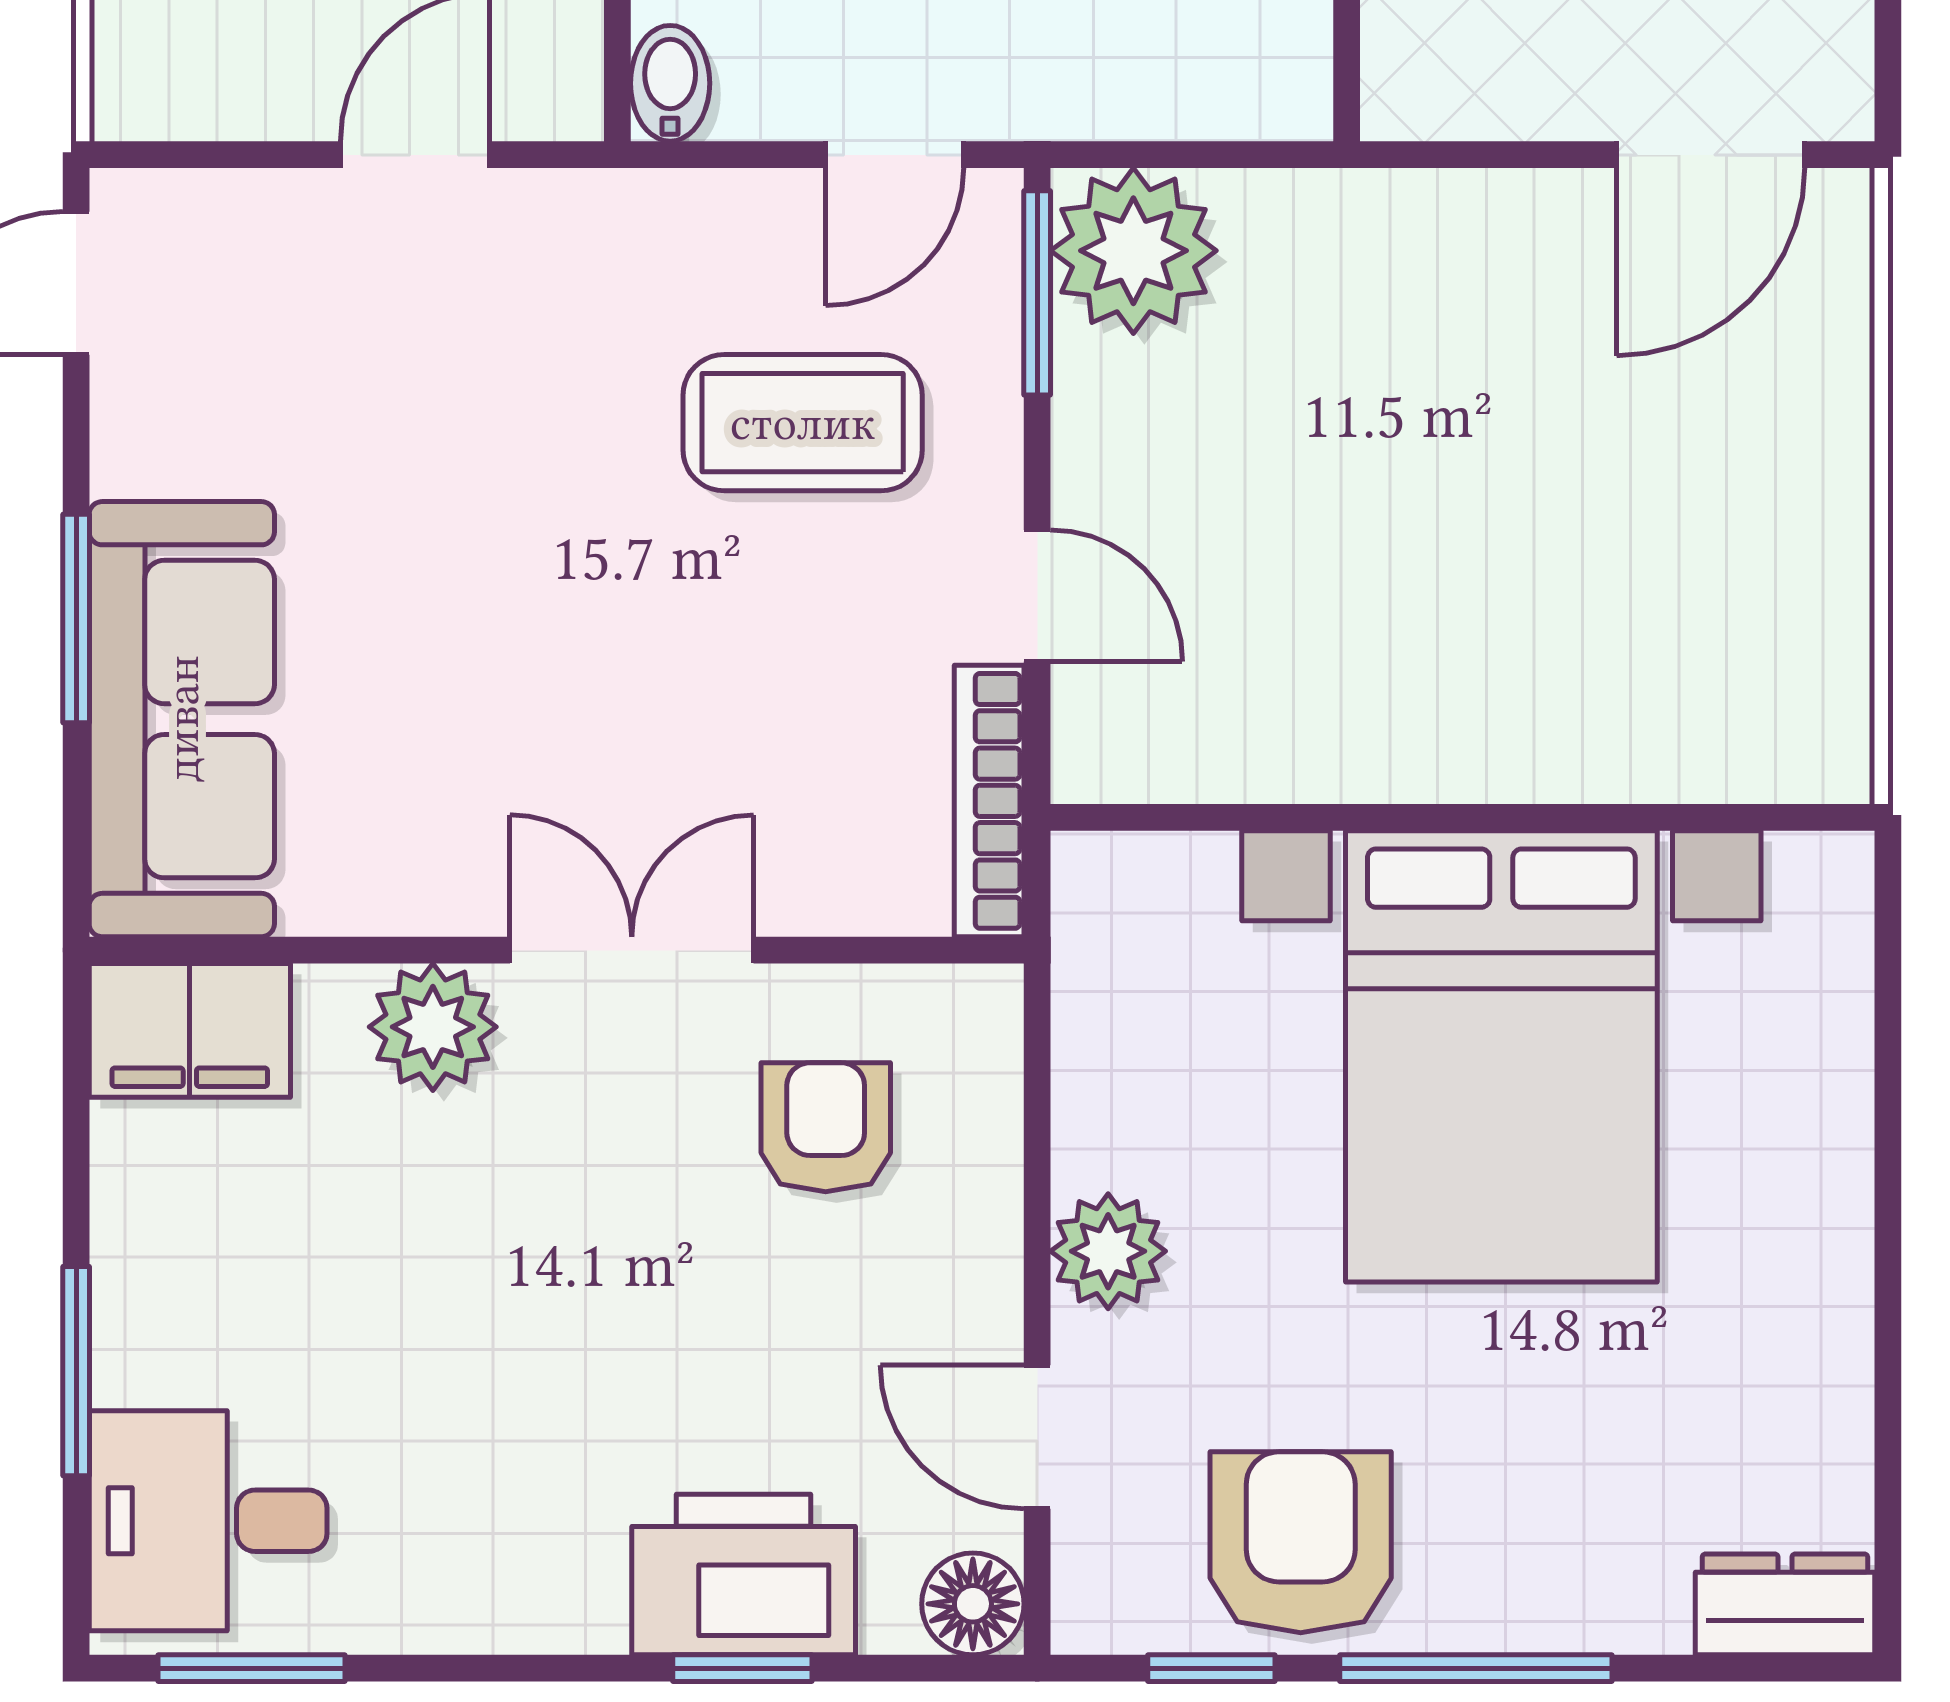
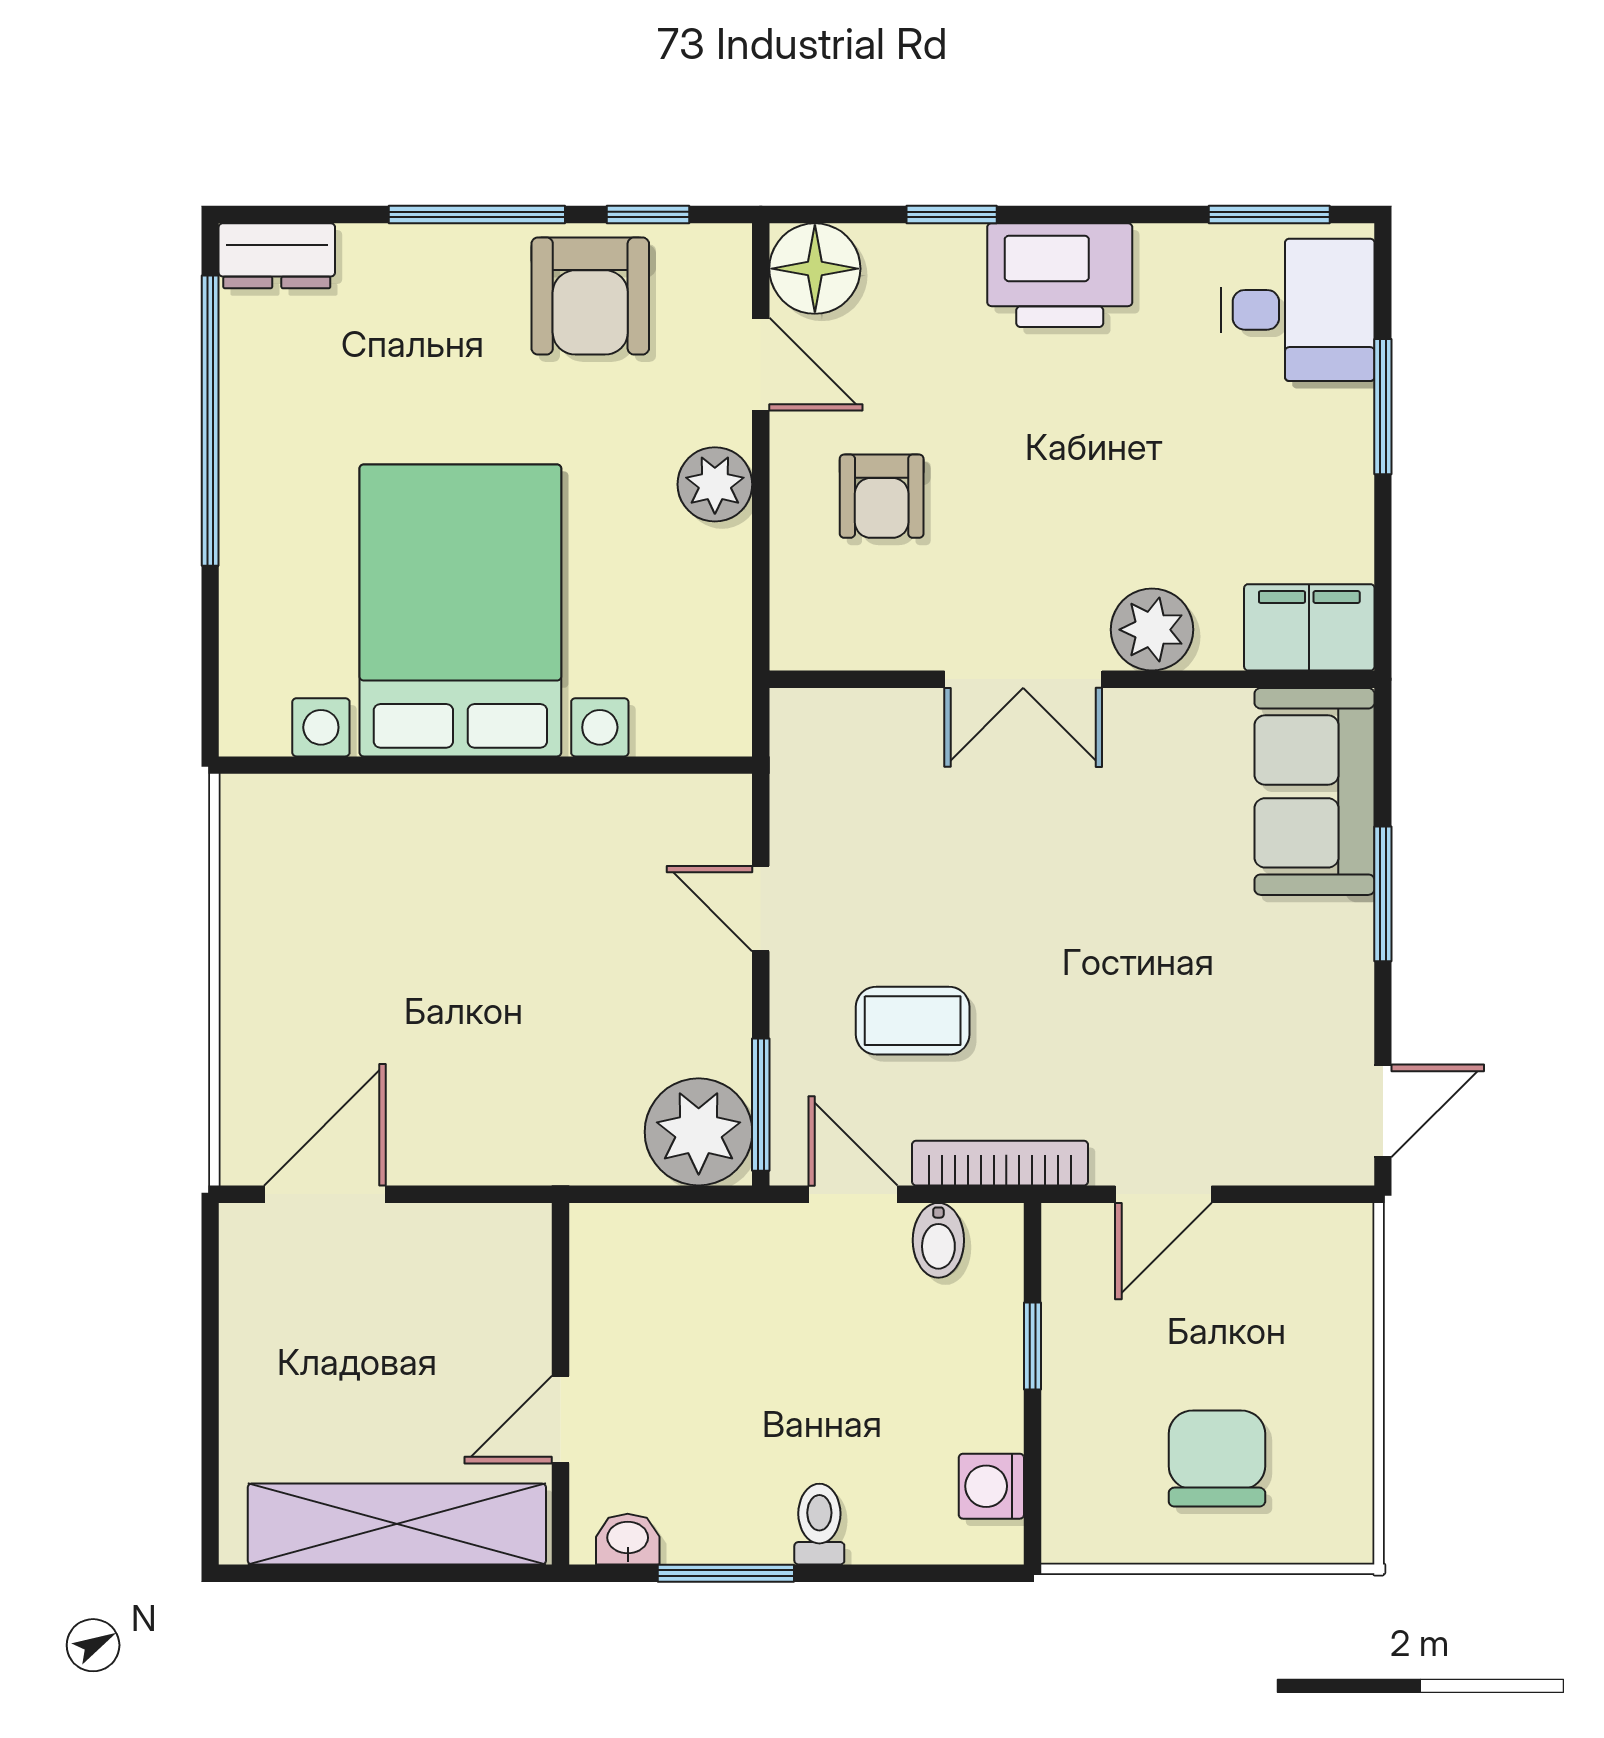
bidet: (670, 83) -> (938, 1240), moved
door: (895, 155) -> (853, 1194), hinge flipped
coffee table: (803, 423) -> (913, 1021), width x0.73, depth x0.77
sofa: (182, 719) -> (1314, 791), width x0.73
bookcase: (989, 801) -> (1000, 1163), moved, turned -90
armchair: (826, 1127) -> (882, 496), moved
window: (1888, 1350) -> (210, 421), added
printer: (744, 1575) -> (1060, 275), moved
floor lamp: (973, 1604) -> (815, 269), width x1.38, depth x1.38

